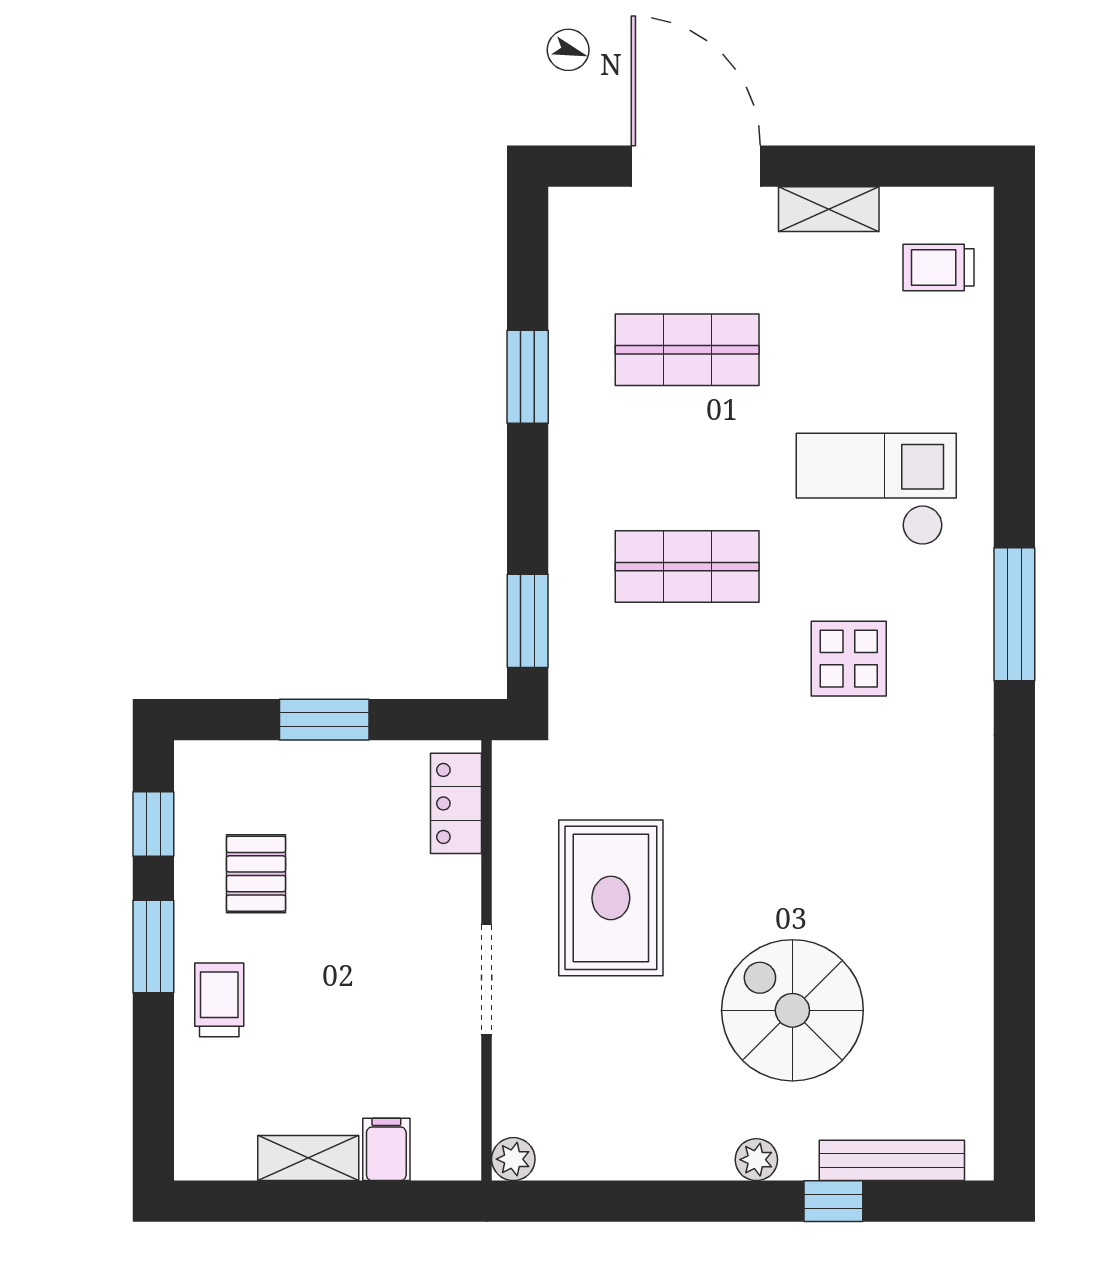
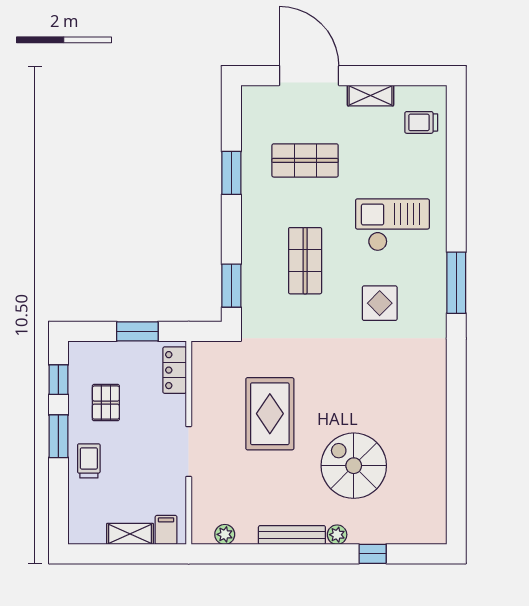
shop shelf: (687, 567) -> (305, 261), turned 90
locker: (456, 803) -> (175, 370), moved
wall: (487, 960) -> (189, 443), moved
doorway: (487, 980) -> (189, 452), moved
bench: (892, 1160) -> (292, 535), moved

